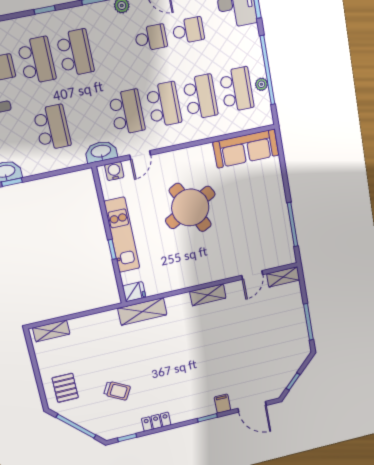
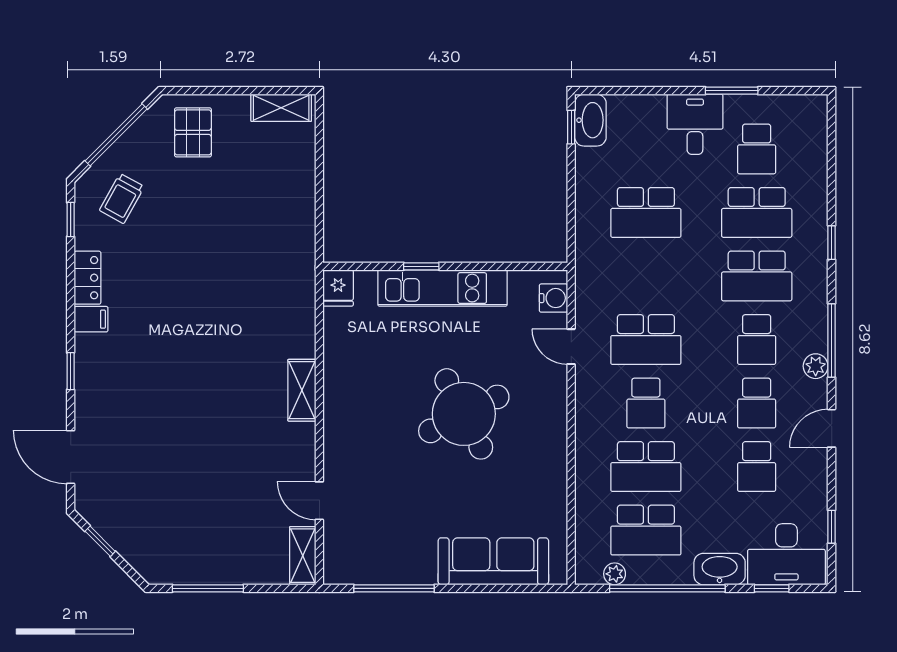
school desk: (113, 45) -> (757, 339), added
plant: (261, 84) -> (615, 574), moved
school desk: (164, 105) -> (646, 403), width x0.54
sofa: (246, 149) -> (493, 561), moved, turned 90
washbasin: (101, 152) -> (720, 569), moved, turned -90
shelving: (208, 295) -> (302, 390), moved
shelving: (142, 311) -> (299, 295), removed
shelving: (51, 331) -> (281, 108), moved, turned 90
pallet: (65, 388) -> (193, 132), turned 90
trolley: (117, 391) -> (122, 198), moved
filing cabinet: (222, 404) -> (91, 319), moved
door: (252, 407) -> (71, 457), hinge flipped

